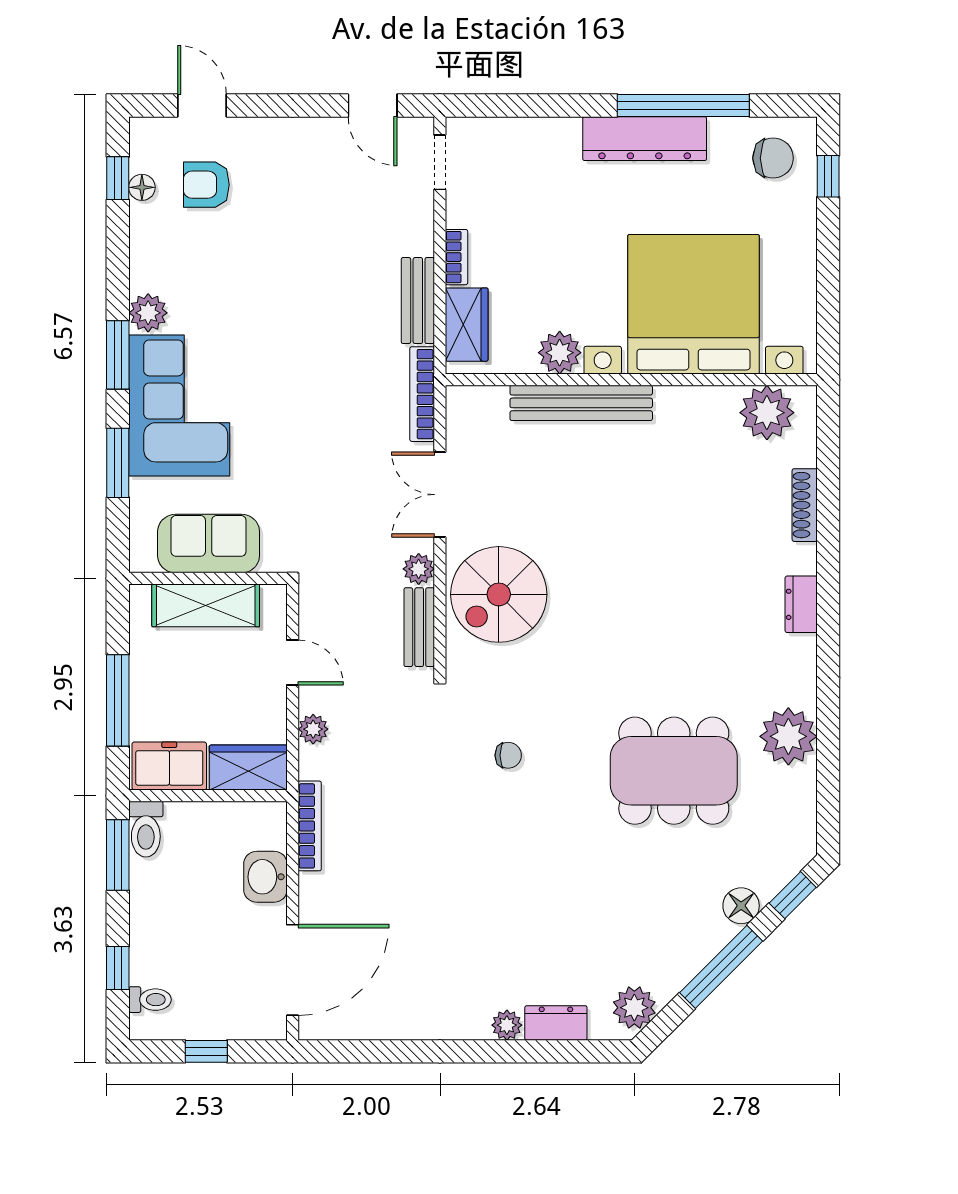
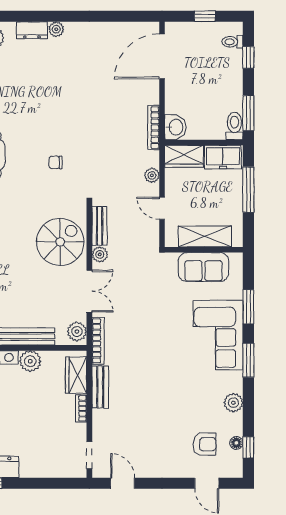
plant: (148, 313) -> (233, 403), moved
plant: (465, 413) -> (77, 332), added
washbasin: (265, 877) -> (175, 127), moved

